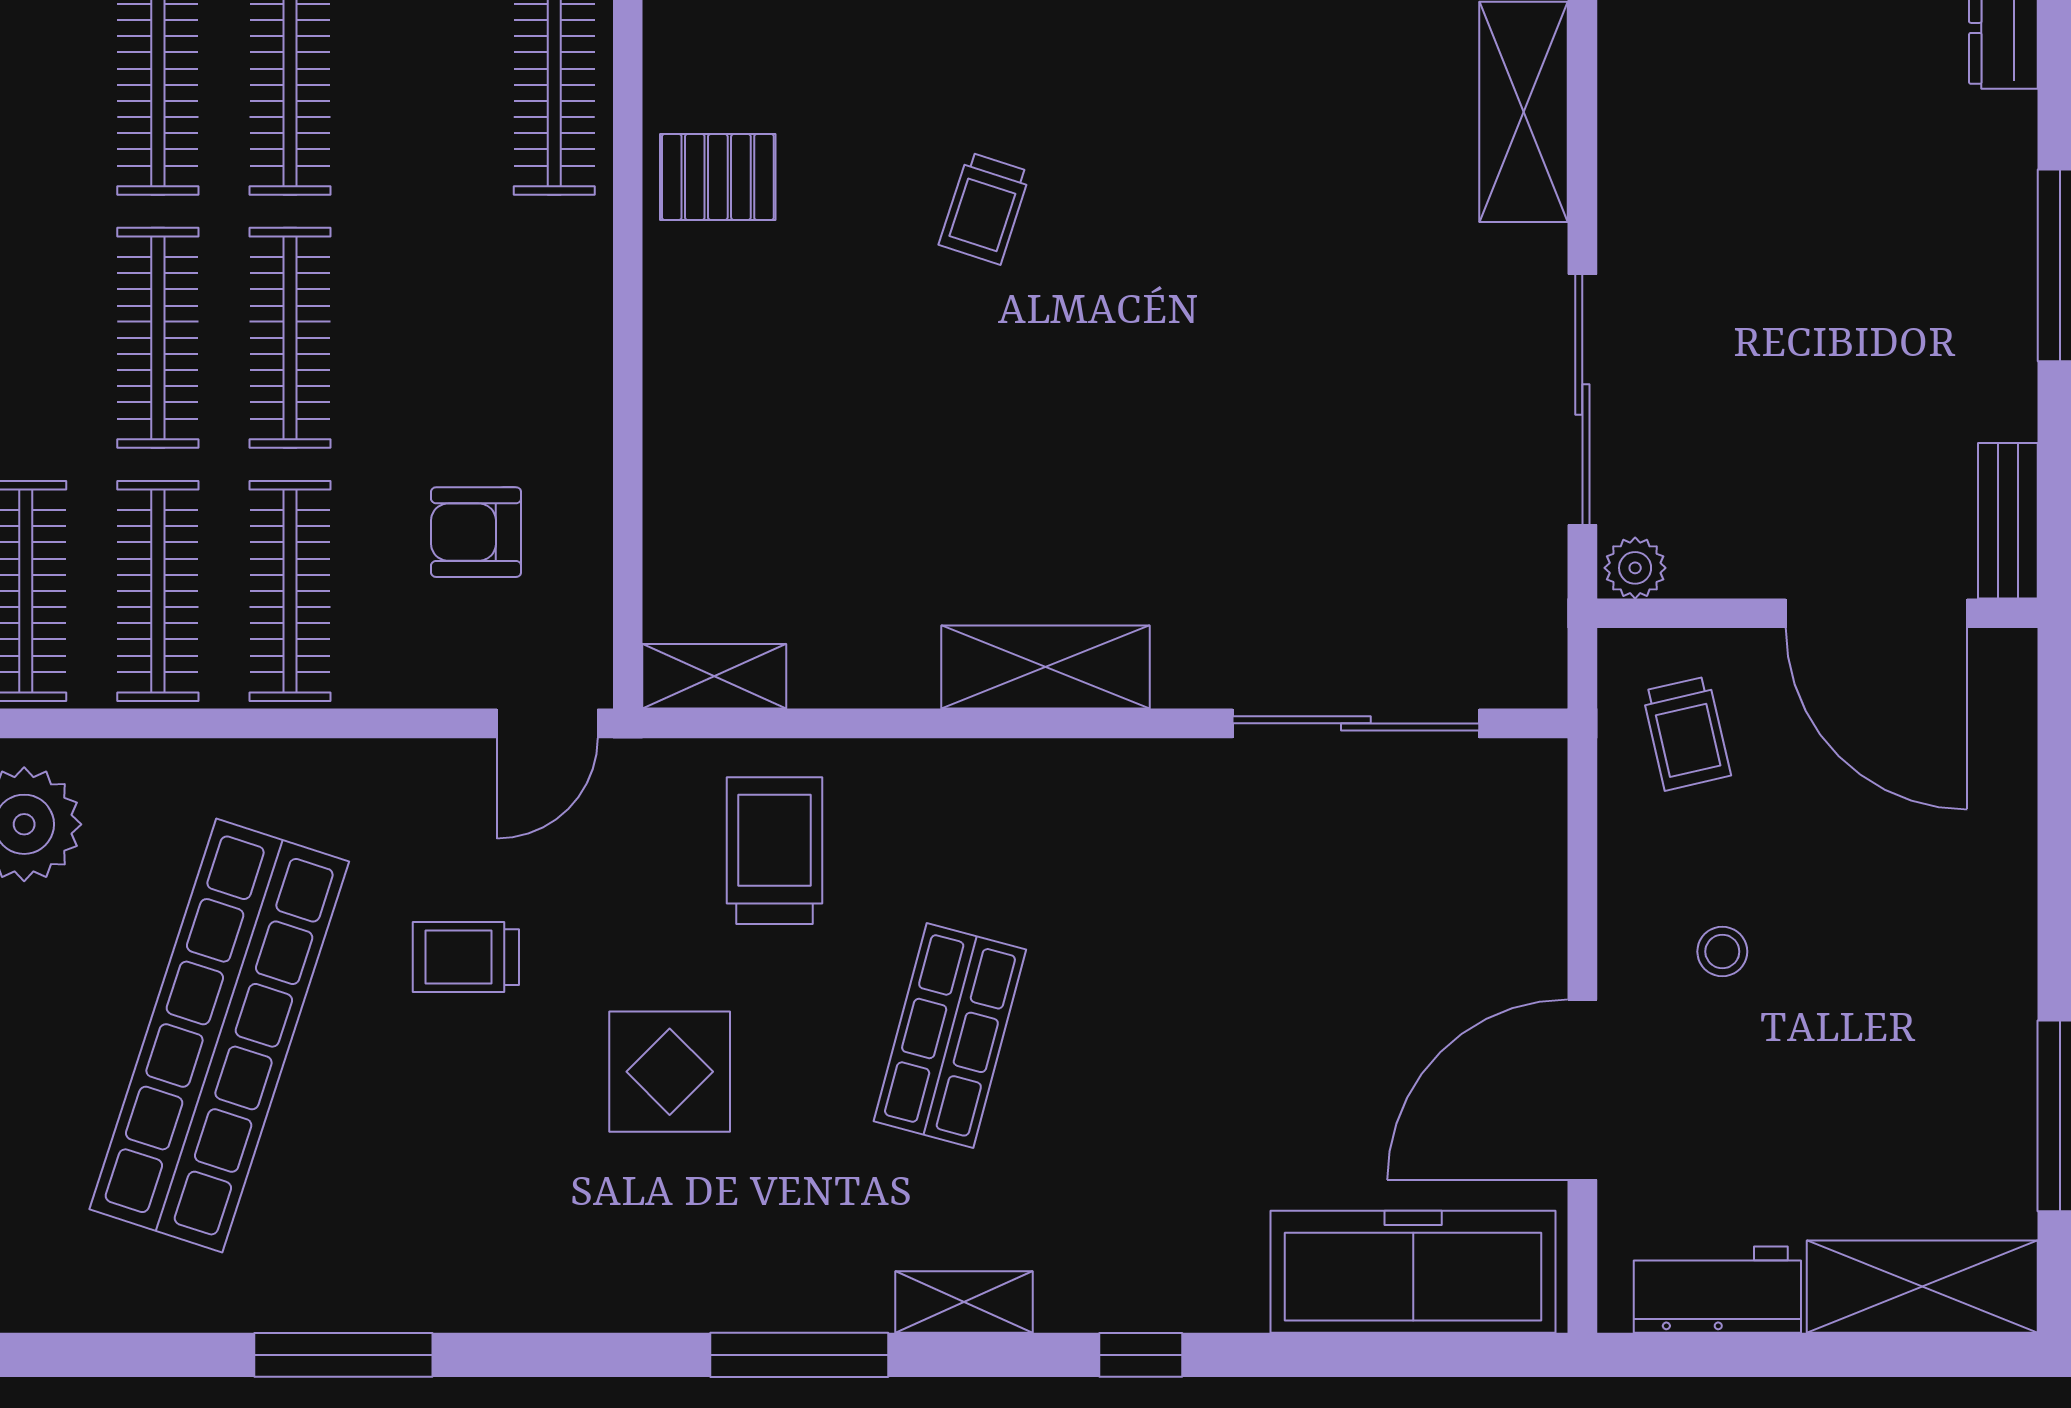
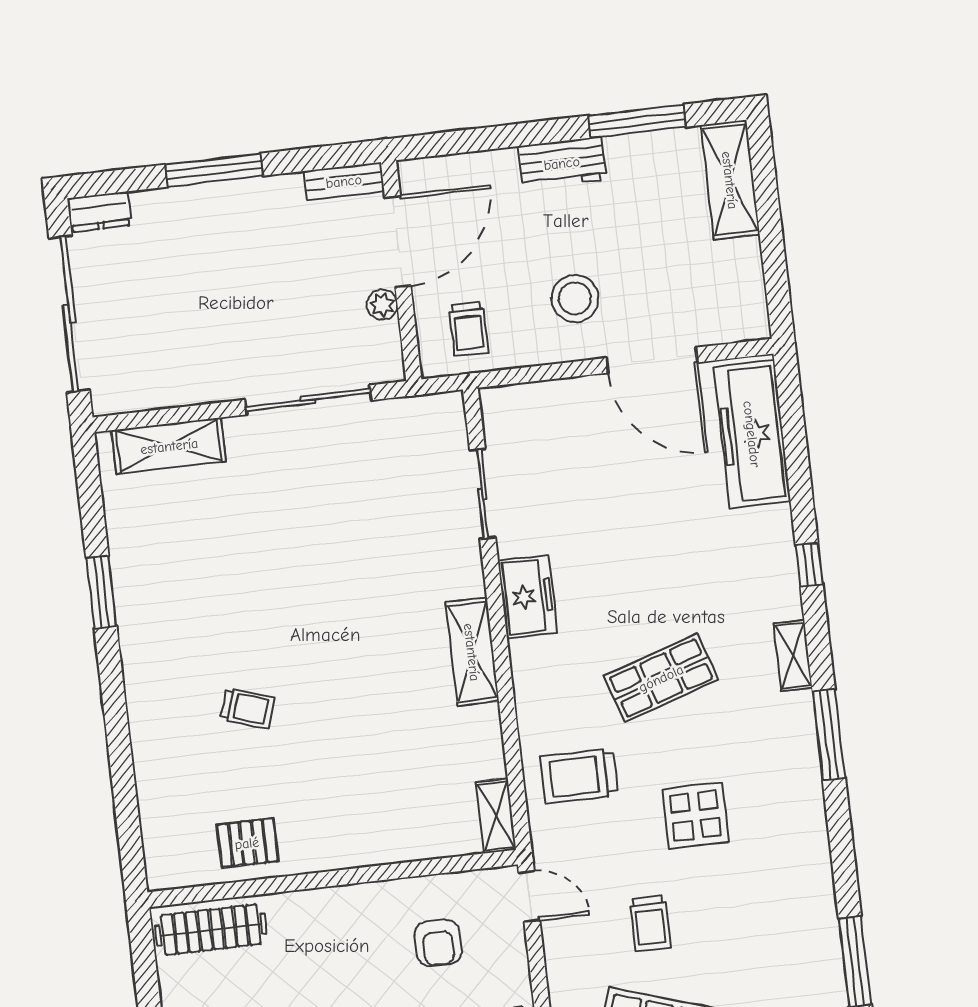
pallet: (718, 177) -> (247, 843), turned 90
plant: (1635, 568) -> (382, 305), moved
sliding door: (1356, 723) -> (483, 494), width x0.73
trolley: (1686, 733) -> (468, 329), turned 103
freezer: (1142, 789) -> (527, 597), added
stool: (1722, 952) -> (575, 299), width x1.89, depth x1.89
shop shelf: (950, 1035) -> (661, 678), turned -33
workbench: (1717, 1290) -> (562, 163), moved, turned -90

